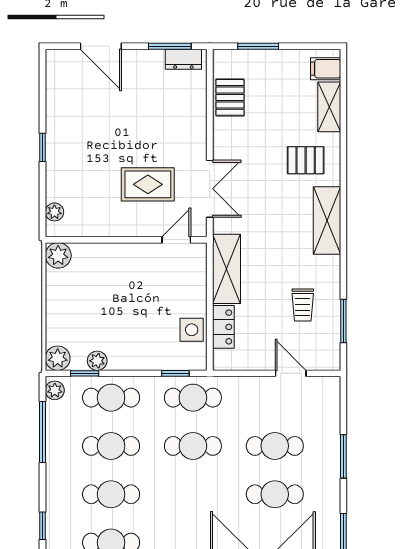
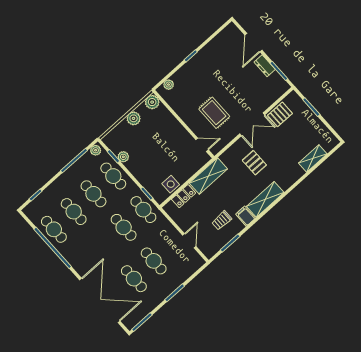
dresser: (183, 59) -> (265, 66), moved
filing cabinet: (326, 69) -> (246, 216), moved
pallet: (306, 160) -> (254, 163), moved
double door: (210, 189) -> (252, 124), moved
plant: (58, 358) -> (134, 118), moved

